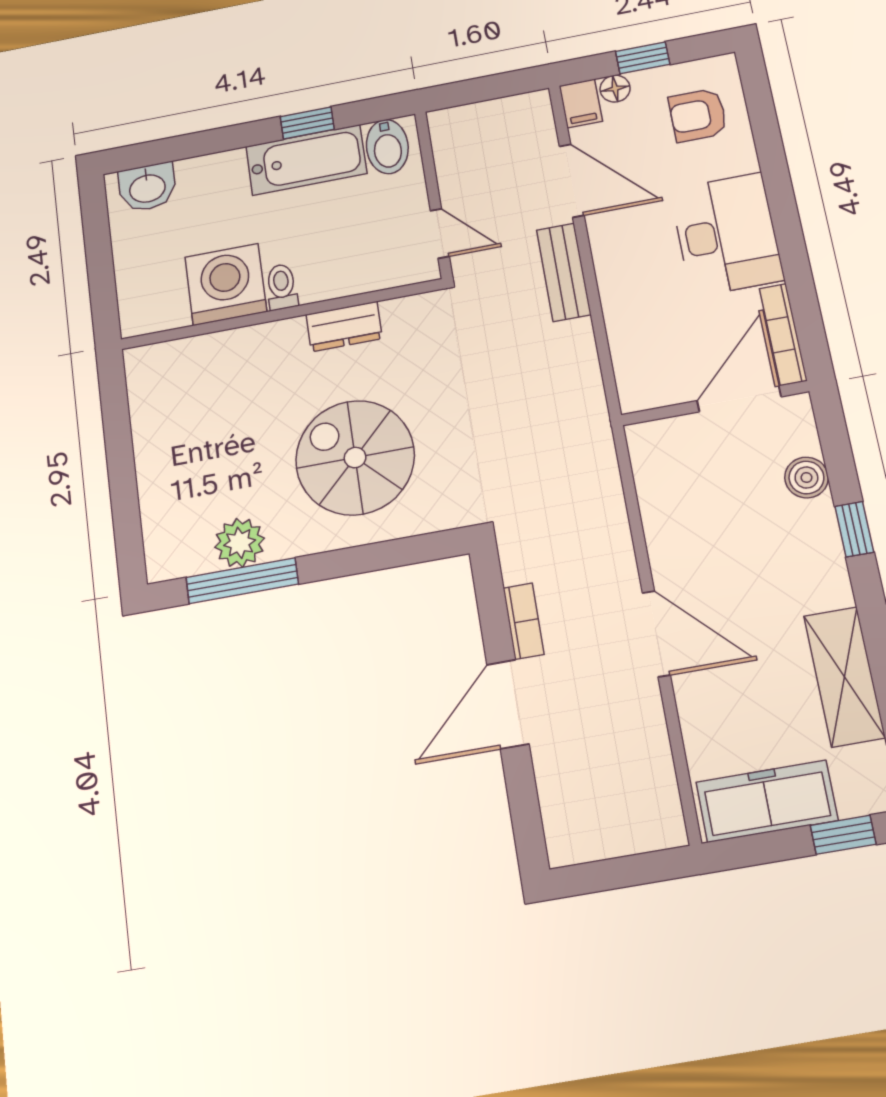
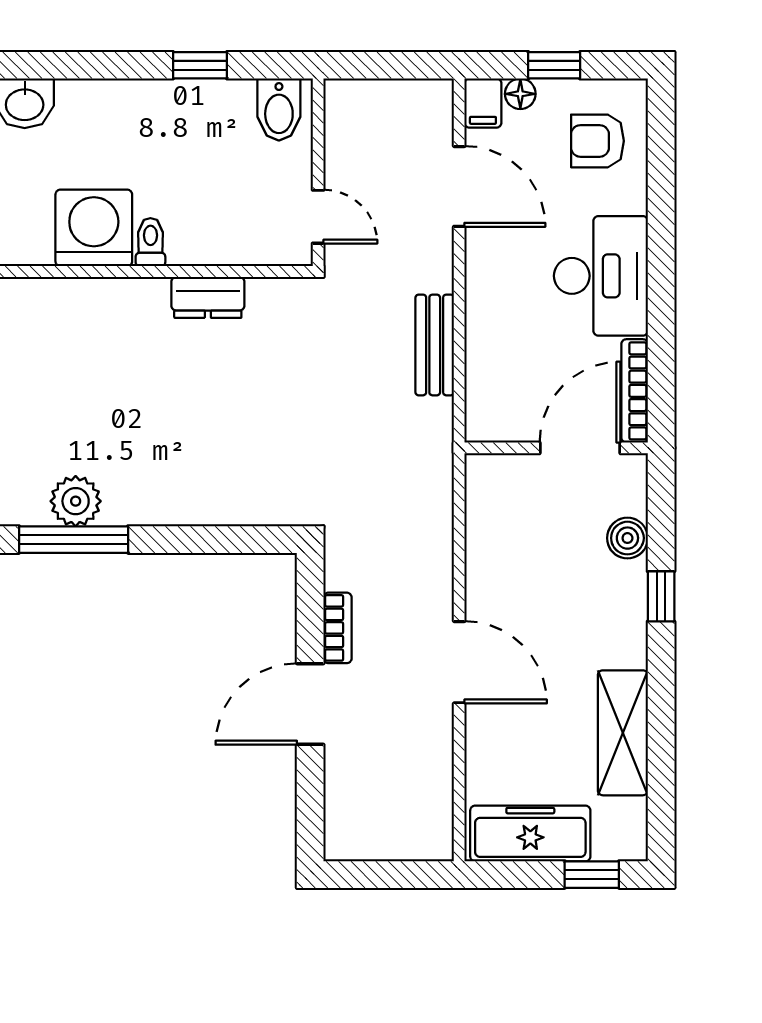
bathtub: (306, 160) -> (194, 107), removed
bench: (564, 272) -> (435, 345), moved
spiral stairs: (355, 458) -> (200, 436), removed

